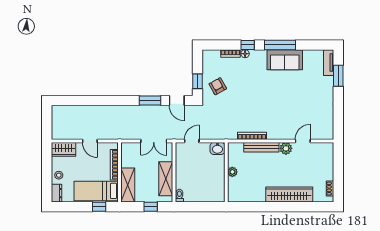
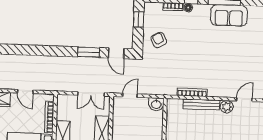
window: (197, 81) -> (139, 19), moved
plant: (232, 172) -> (171, 129), removed

